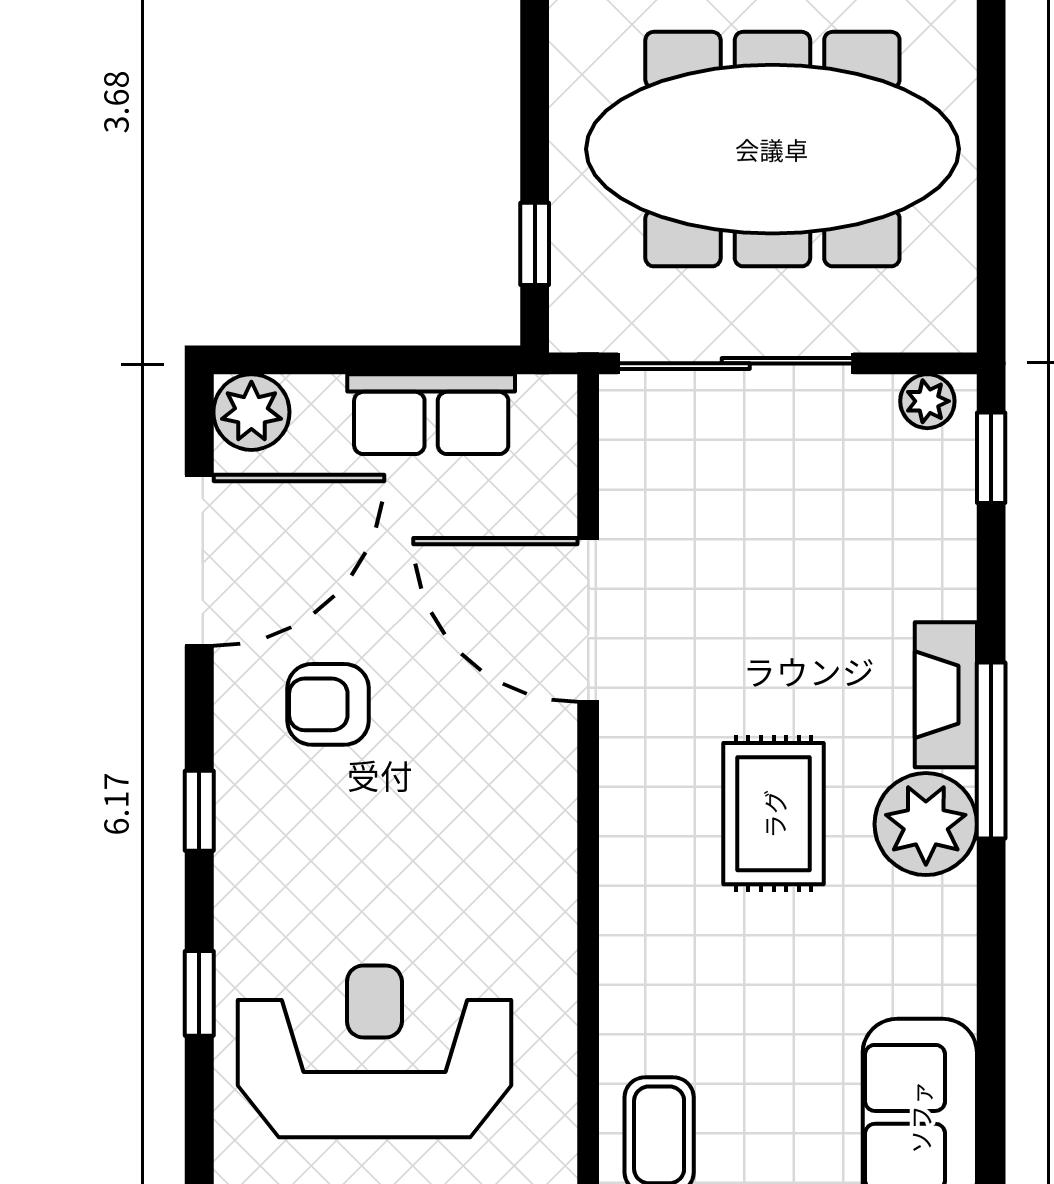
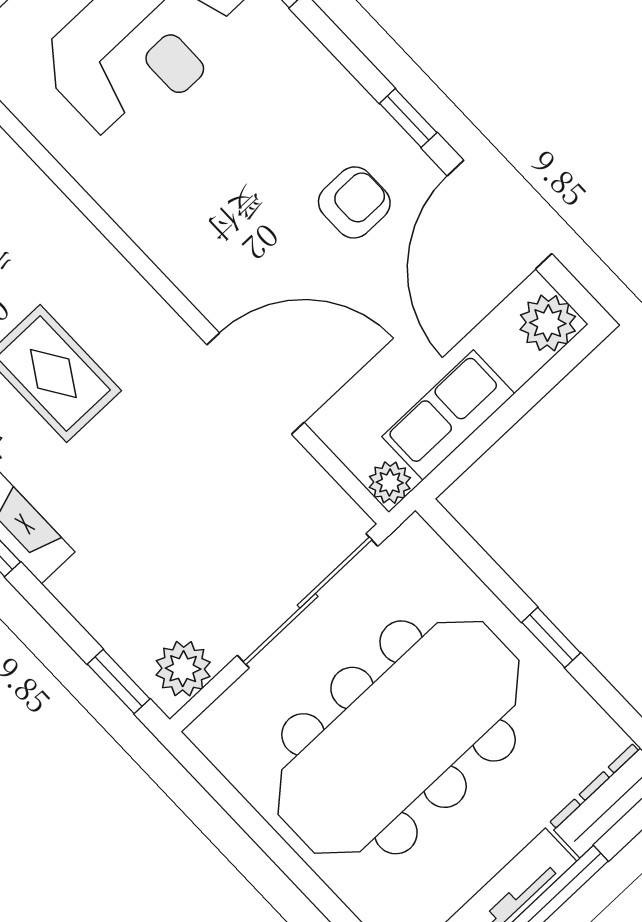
window: (535, 244) -> (551, 638), moved
plant: (927, 401) -> (183, 669), width x1.38, depth x1.38
plant: (549, 402) -> (390, 483), added
window: (199, 811) -> (408, 118), moved

